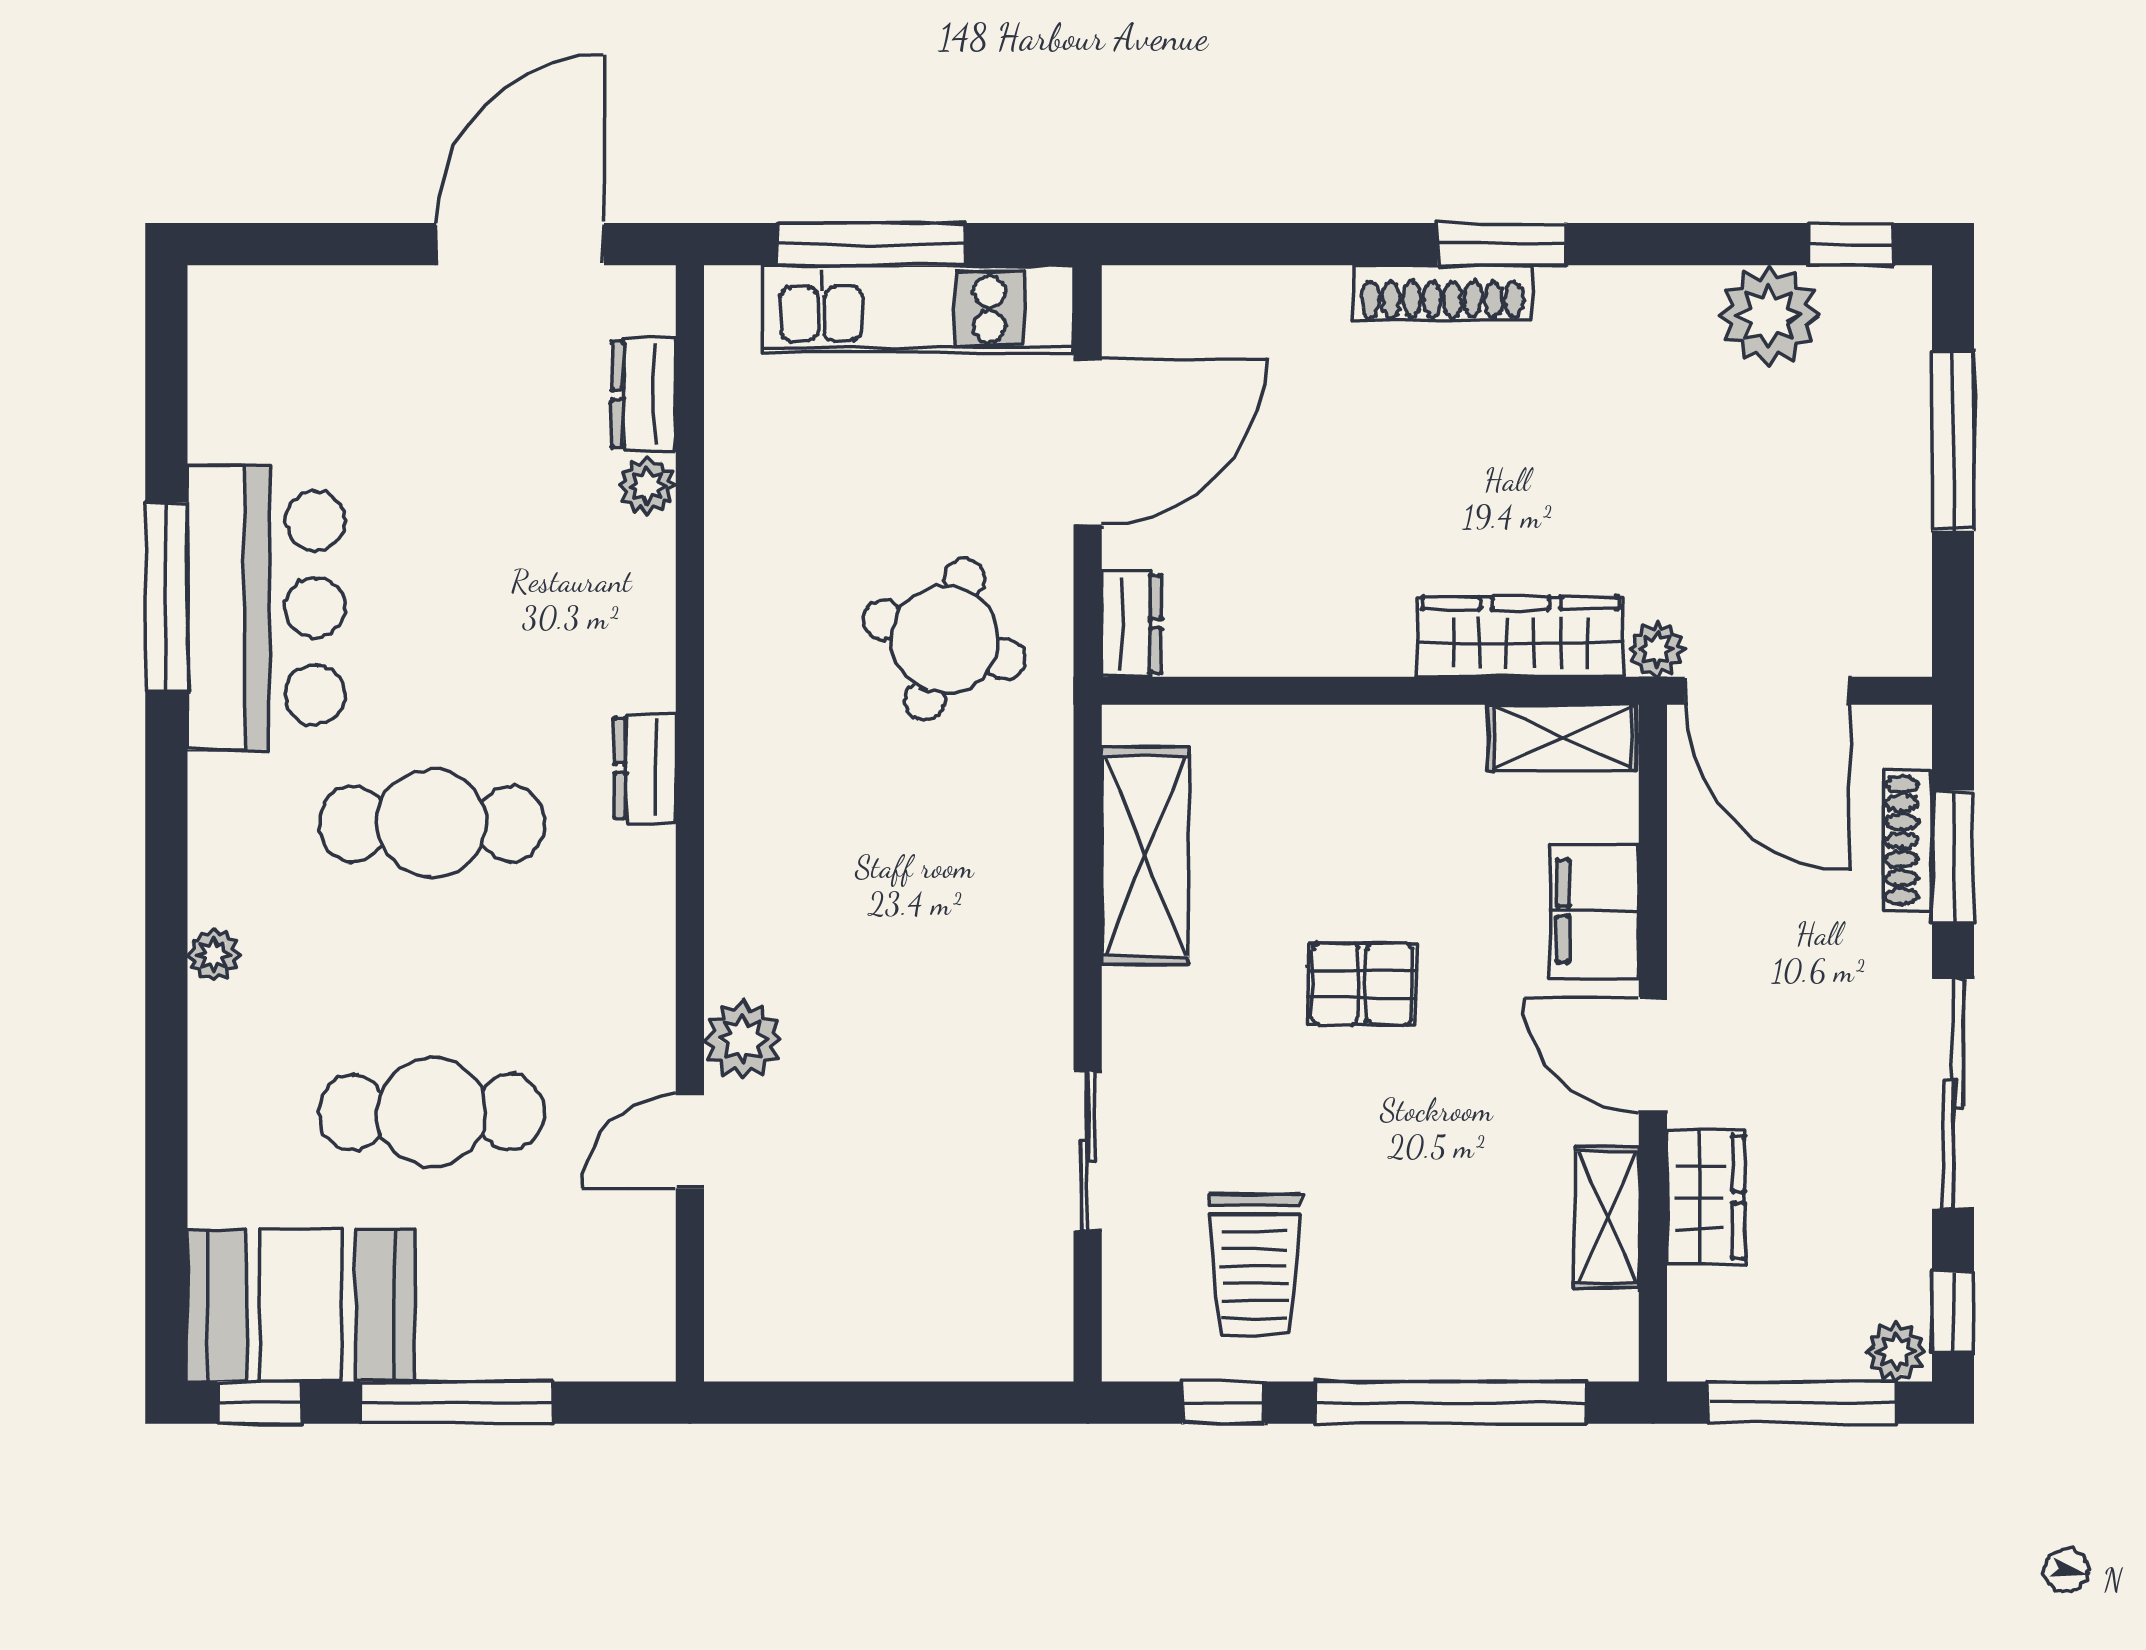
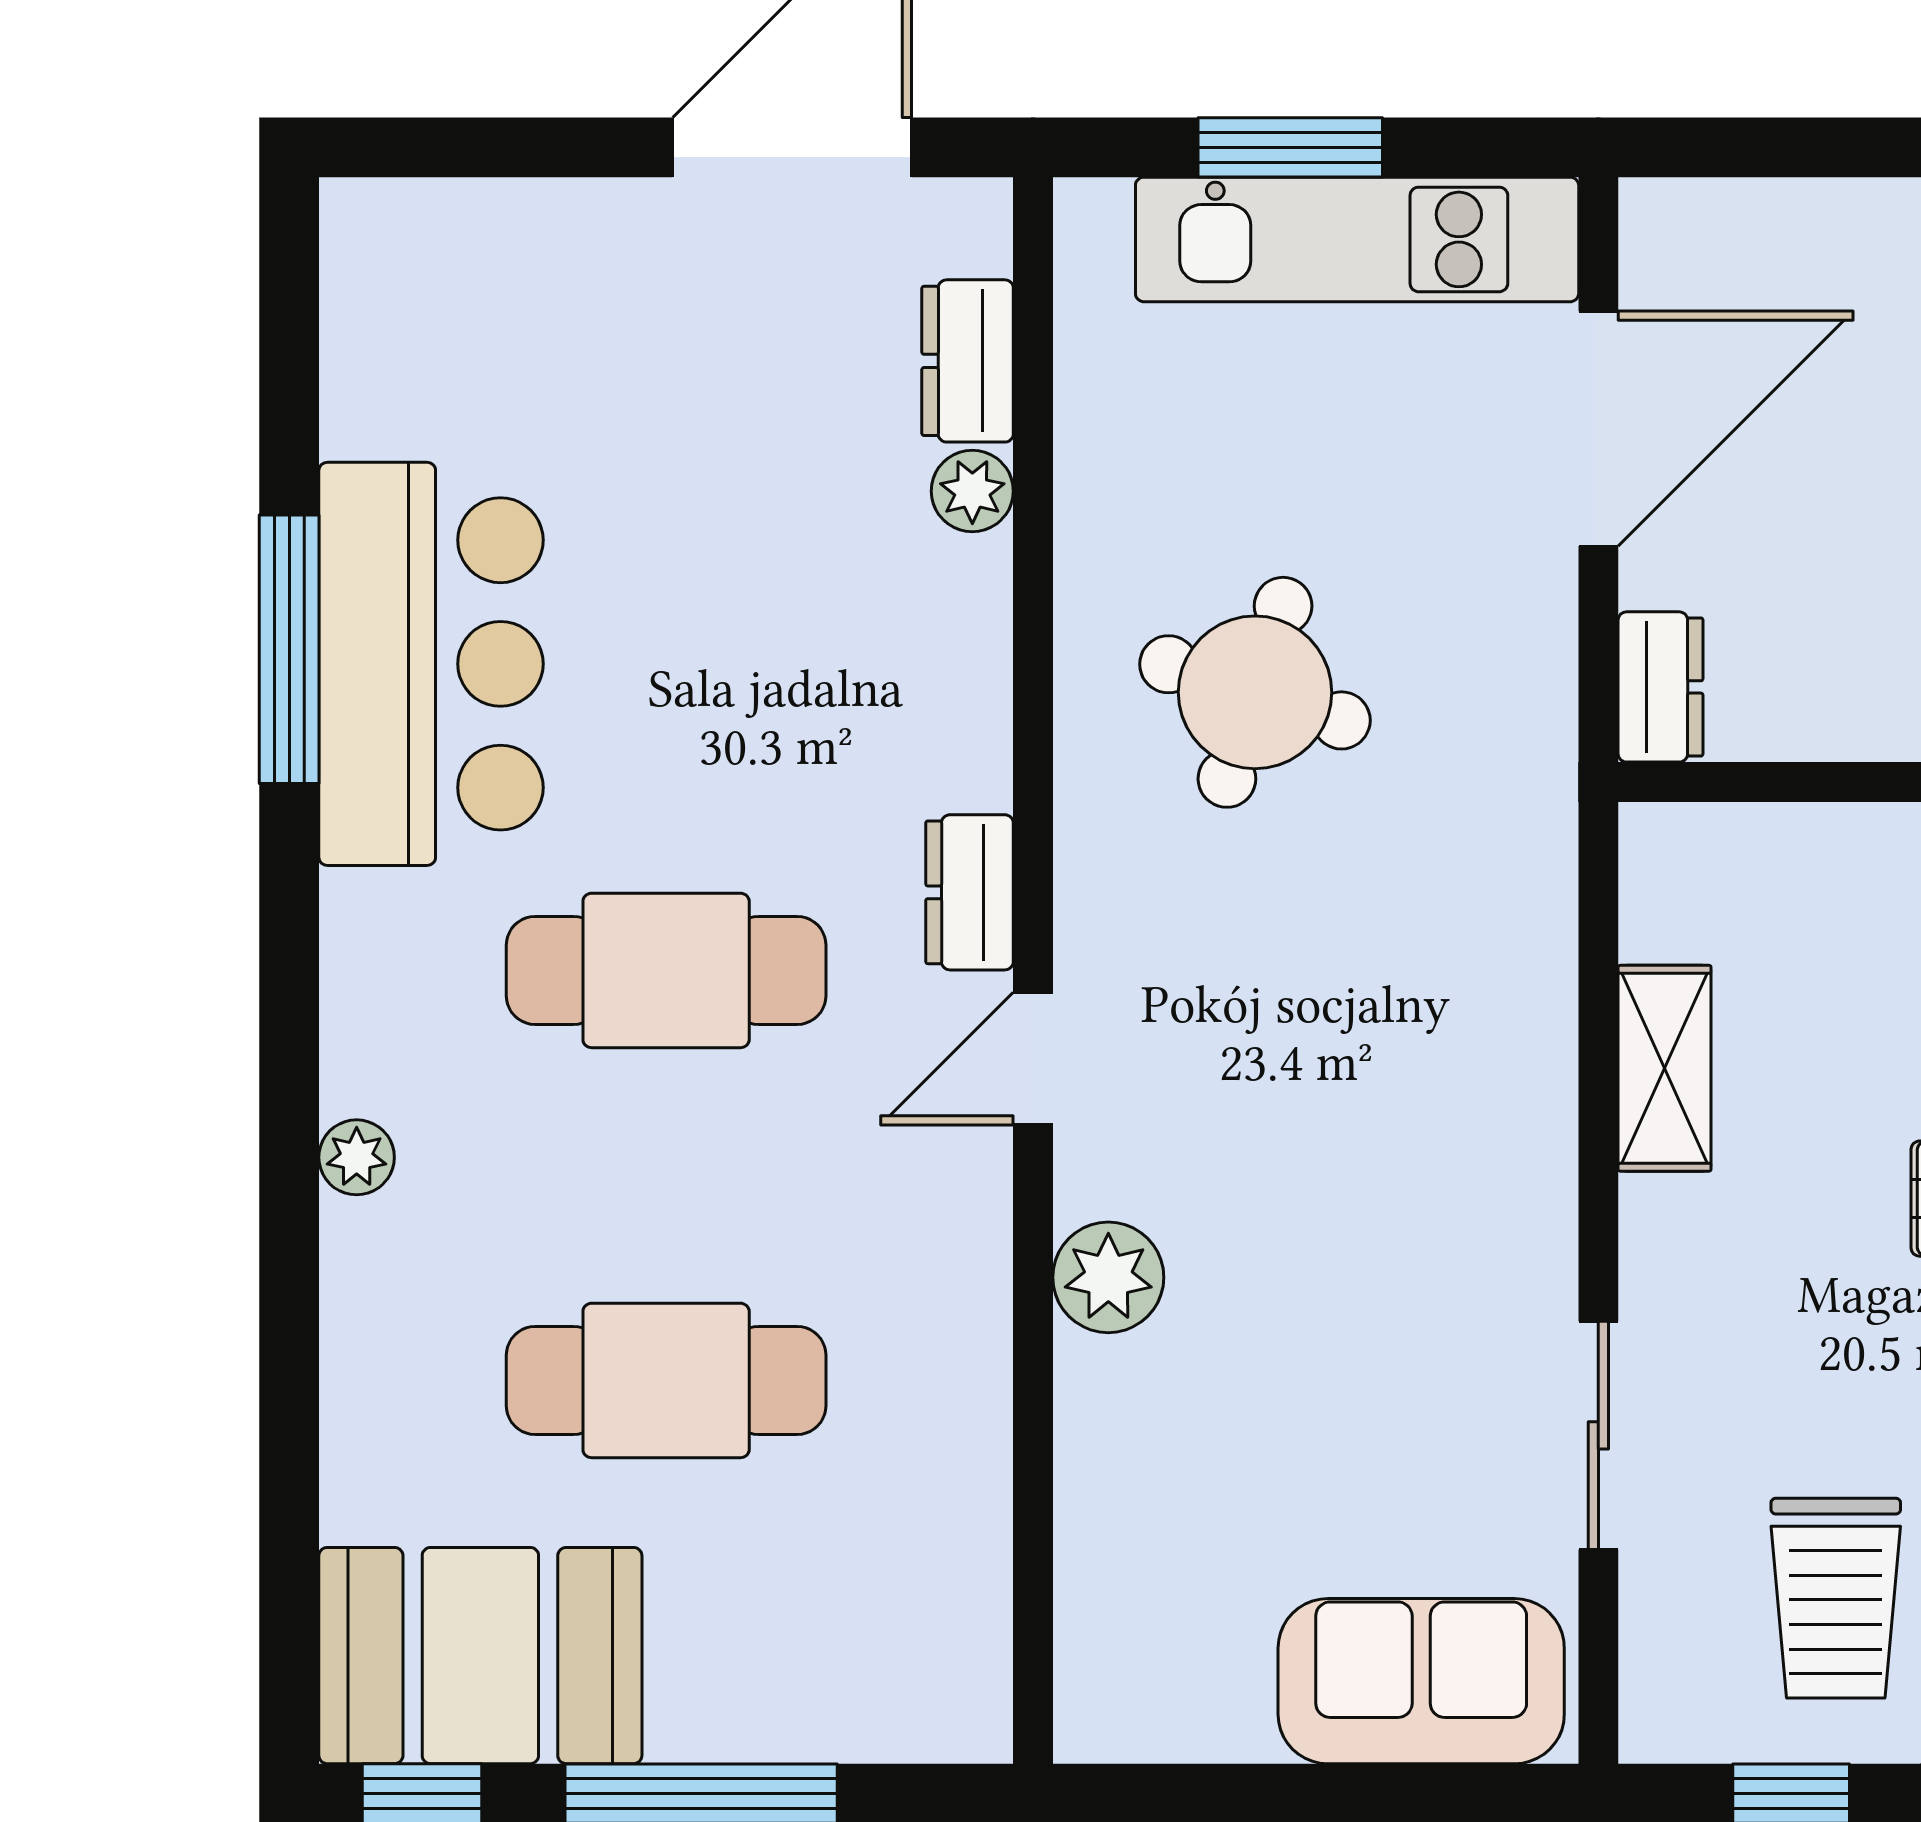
window: (871, 244) -> (1290, 147), width x0.69
round table: (944, 639) -> (1255, 692), moved
shelving: (1145, 856) -> (1665, 1068), width x0.67, depth x0.75
door: (690, 1142) -> (1033, 1059), moved
sofa: (963, 1323) -> (1421, 1681), added

